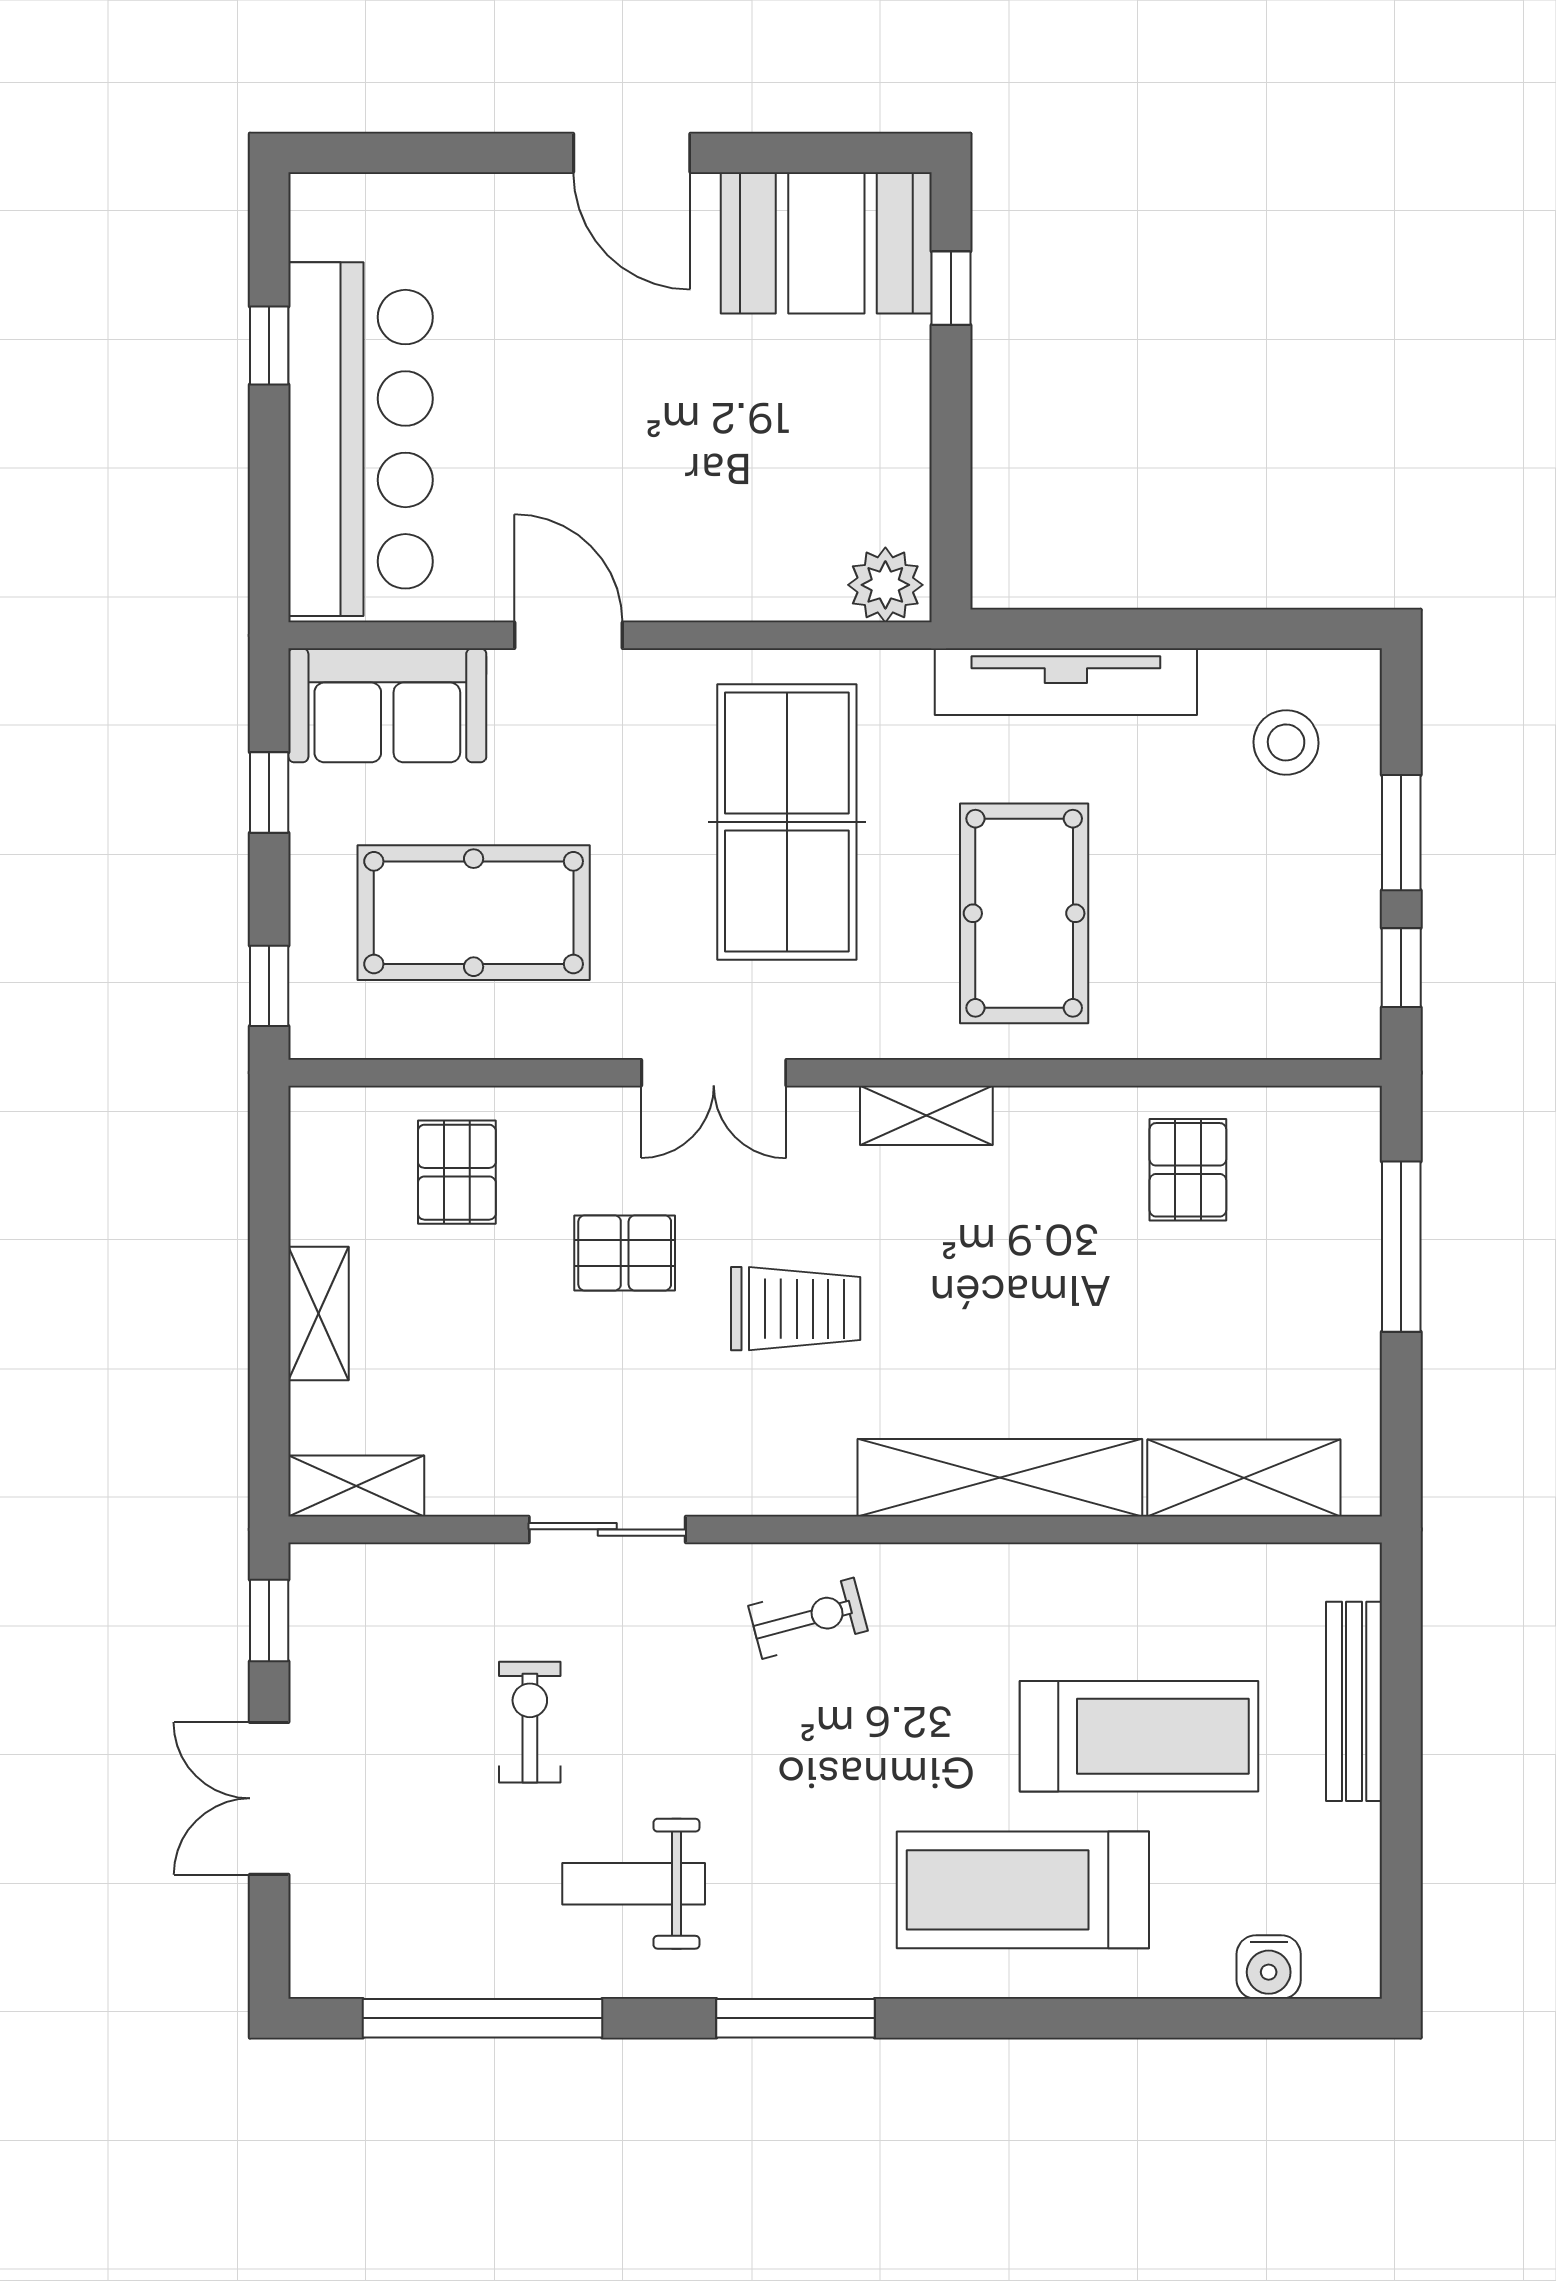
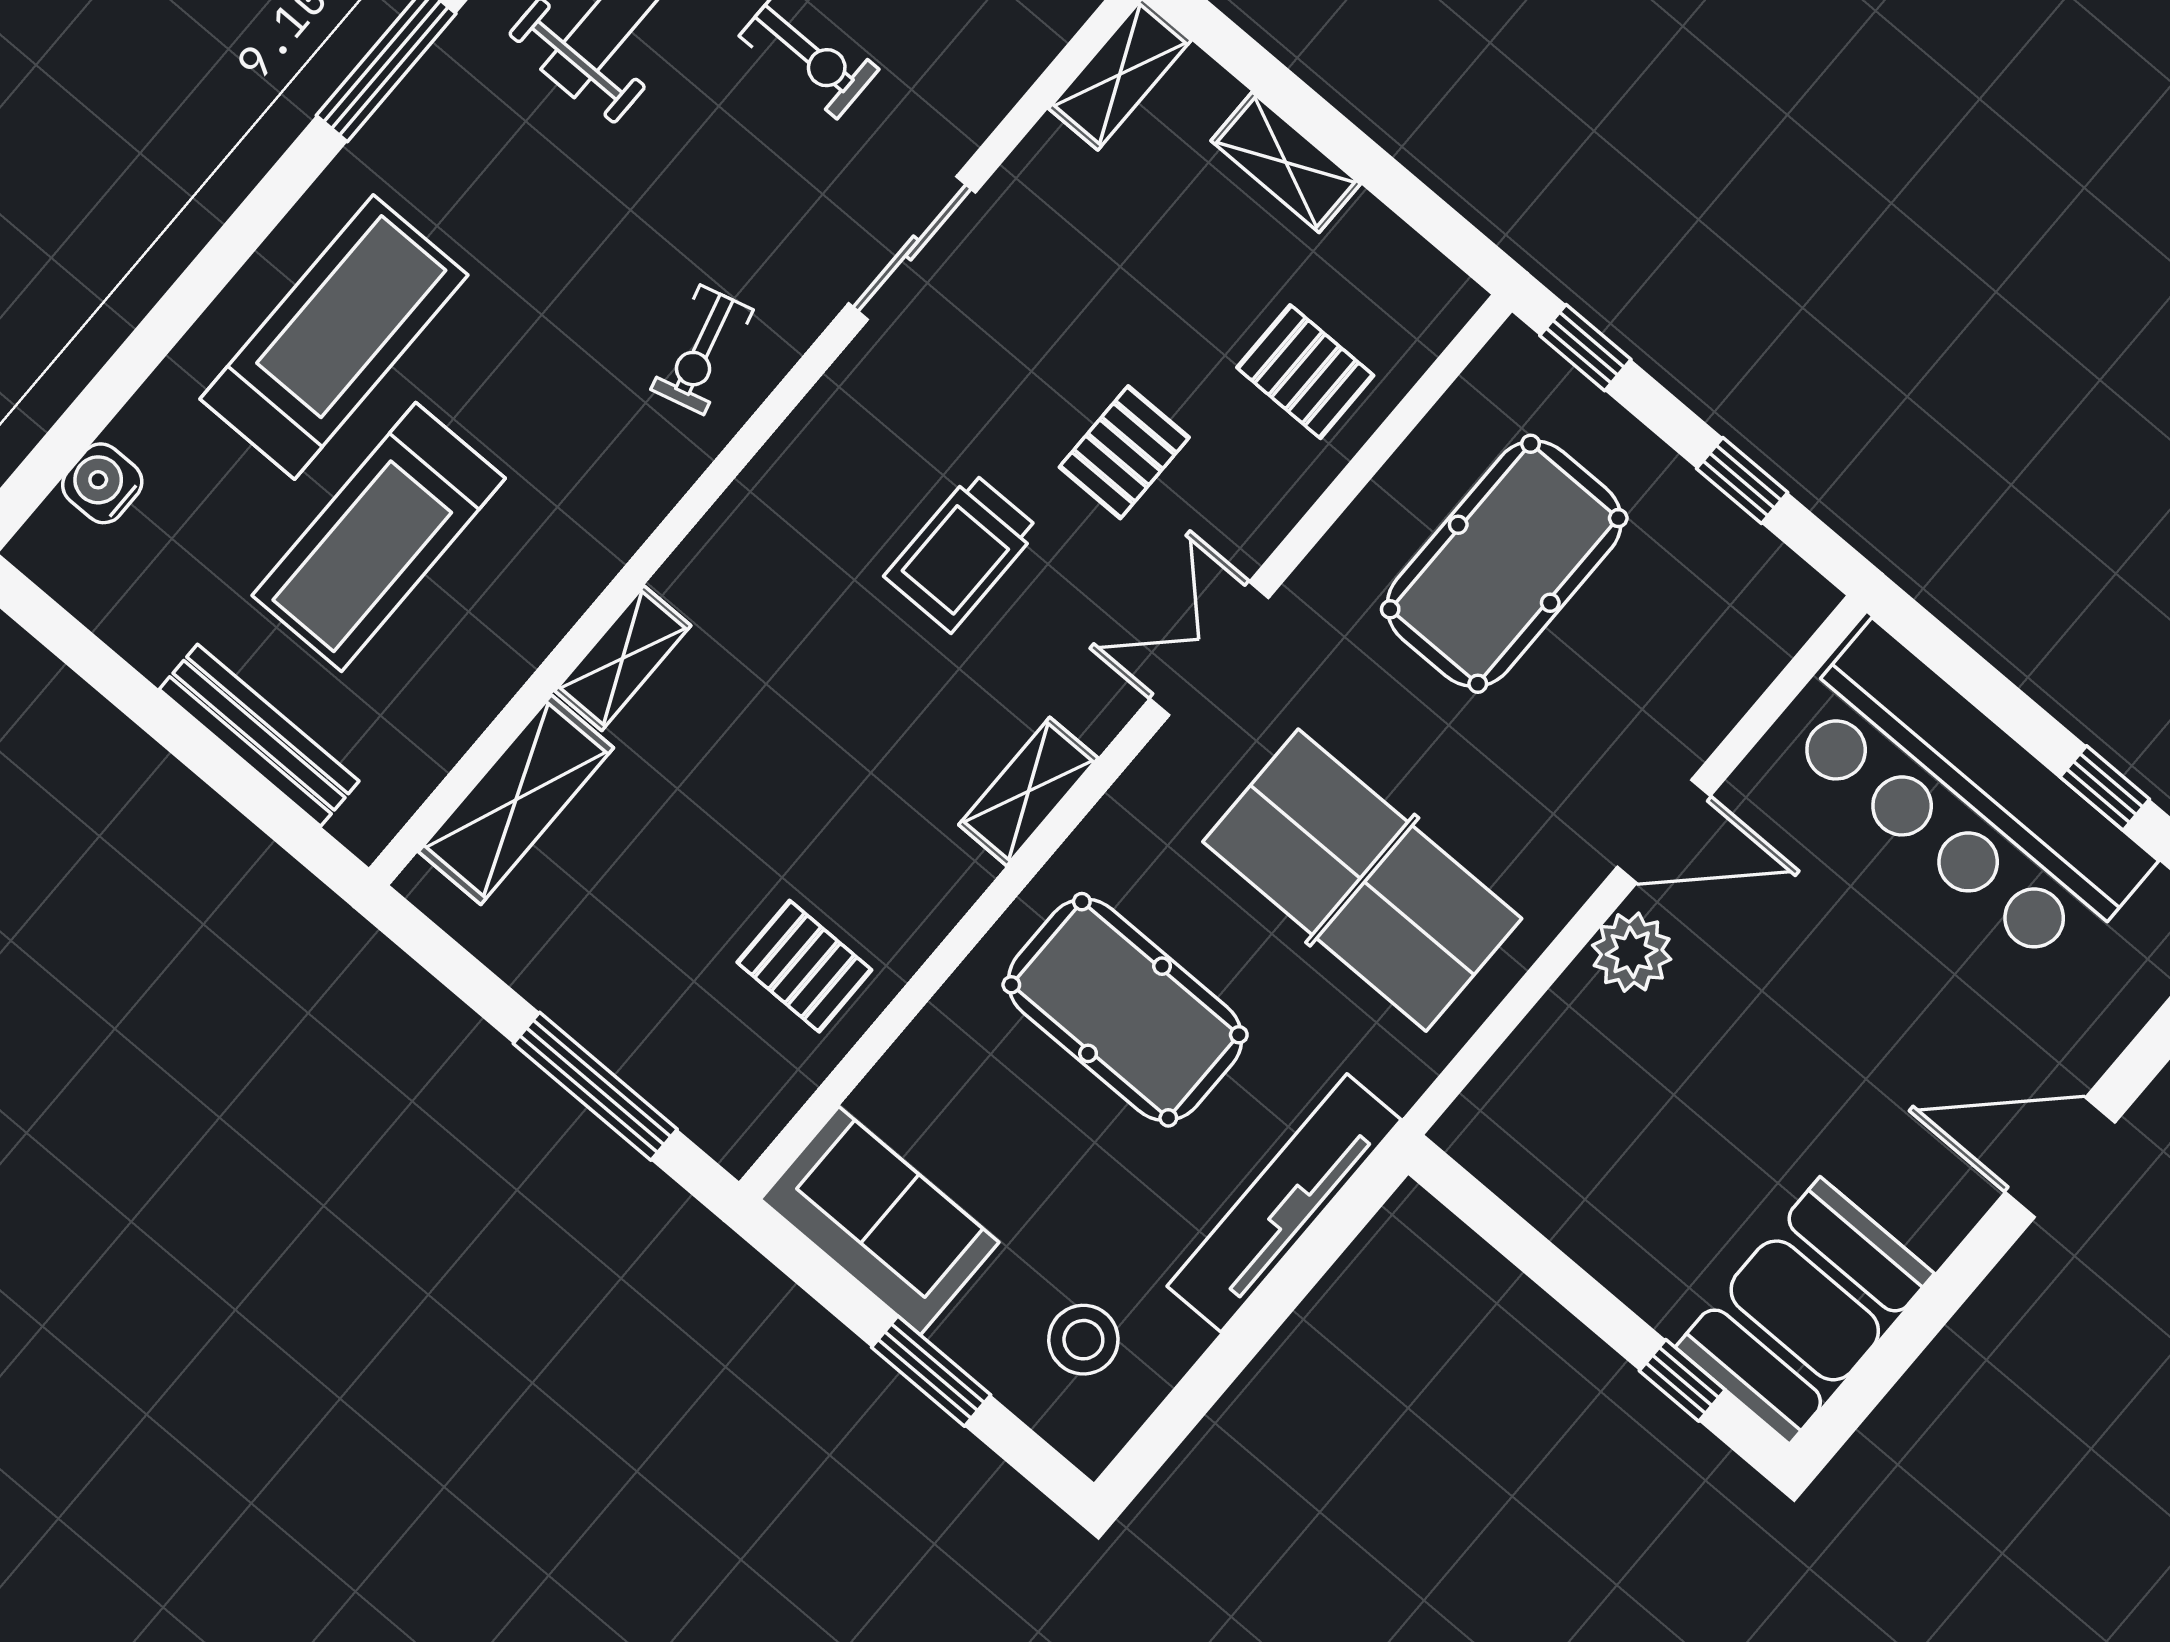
door: (632, 153) -> (2060, 1157), moved
plant: (885, 585) -> (1632, 952), moved
sofa: (387, 705) -> (880, 1221), moved, turned 90
window: (1401, 968) -> (822, 1278), removed
shelving: (1000, 1478) -> (623, 658), width x0.45, depth x0.75

